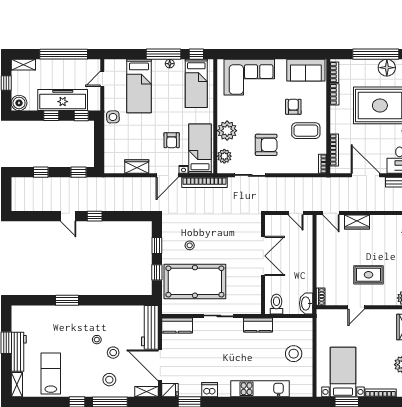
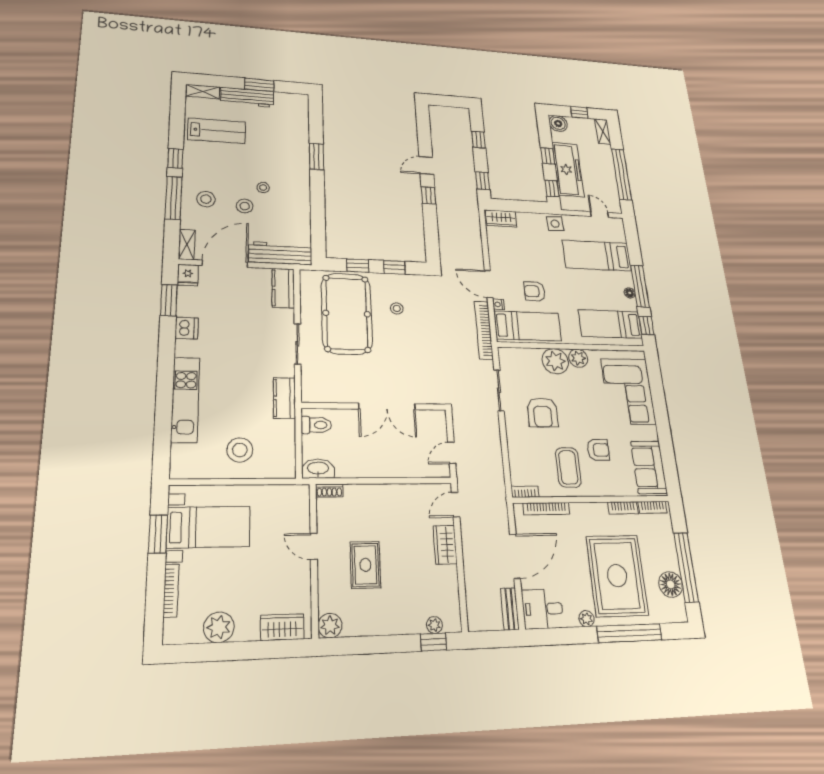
plant: (224, 156) -> (578, 358), moved
wardrobe: (137, 167) -> (501, 218), moved, turned 90

